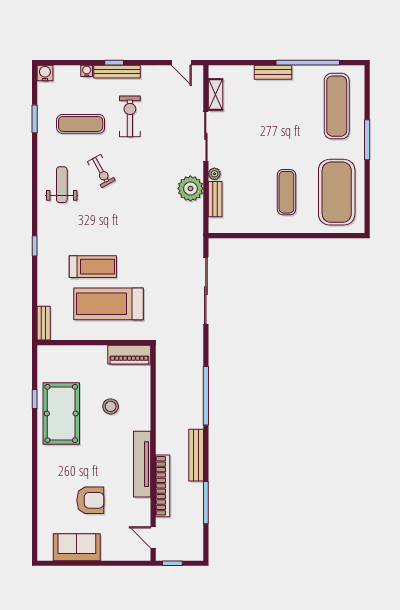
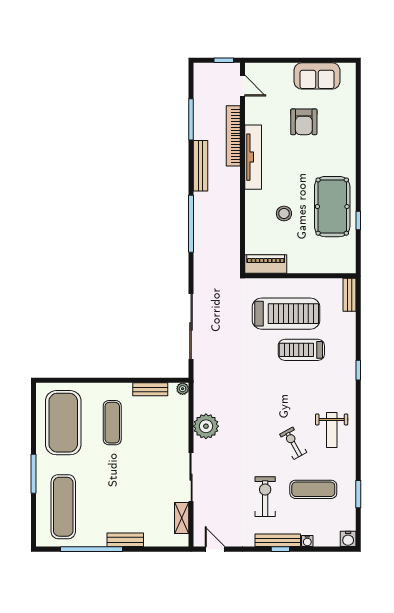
exercise bike: (130, 116) -> (265, 497), turned 180
plant: (214, 174) -> (183, 389), moved
bench: (215, 199) -> (150, 389), moved, turned 90
armchair: (90, 500) -> (304, 122), turned -90

